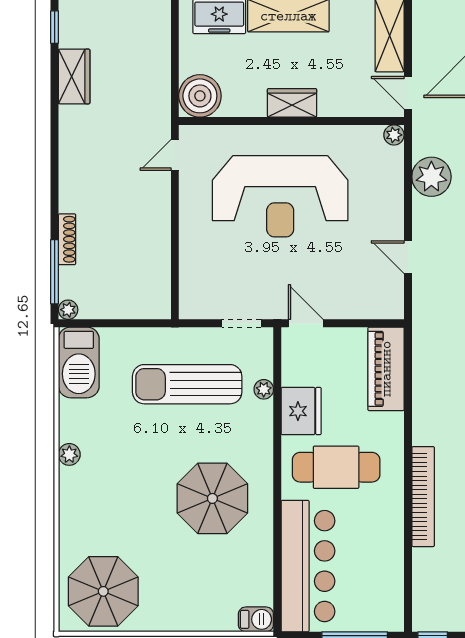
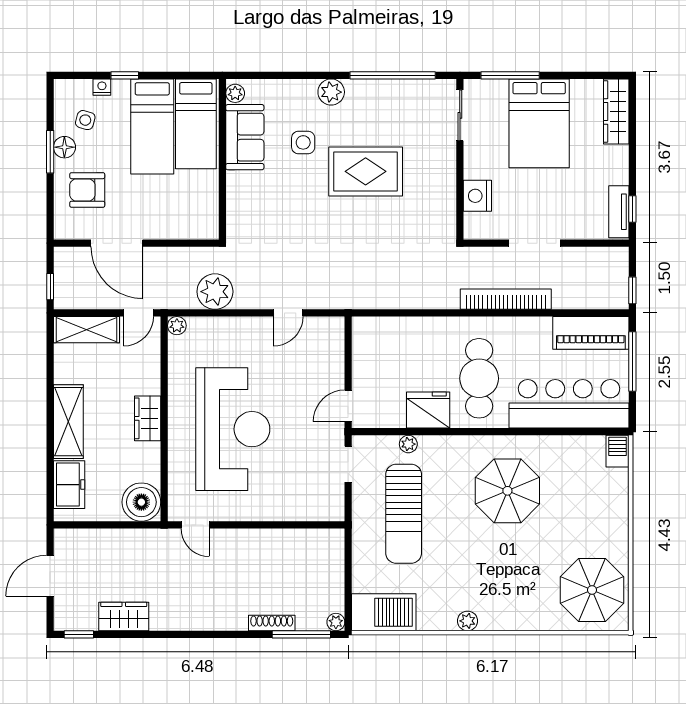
piano: (386, 369) -> (591, 333), moved

